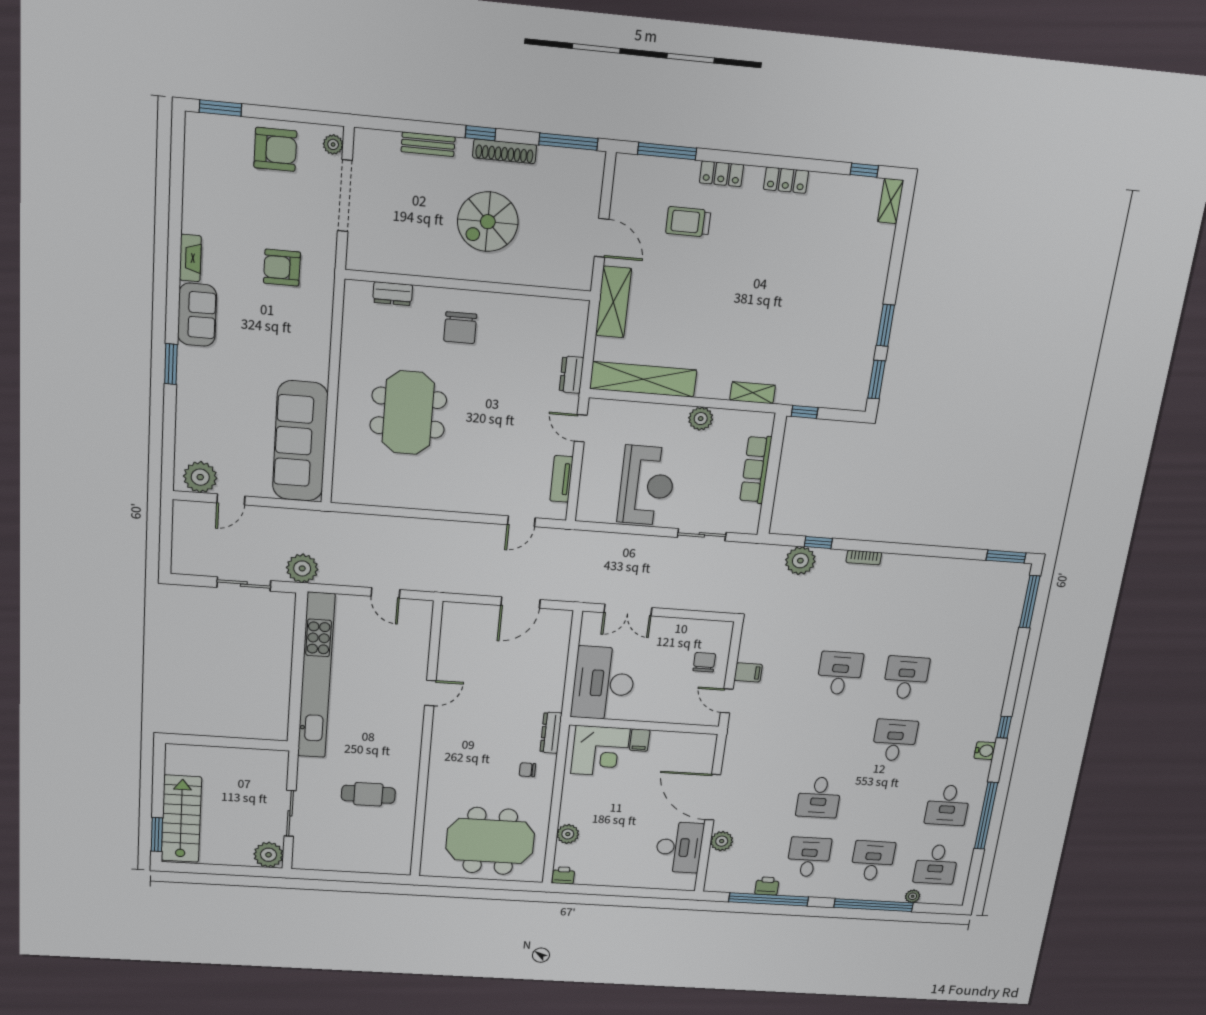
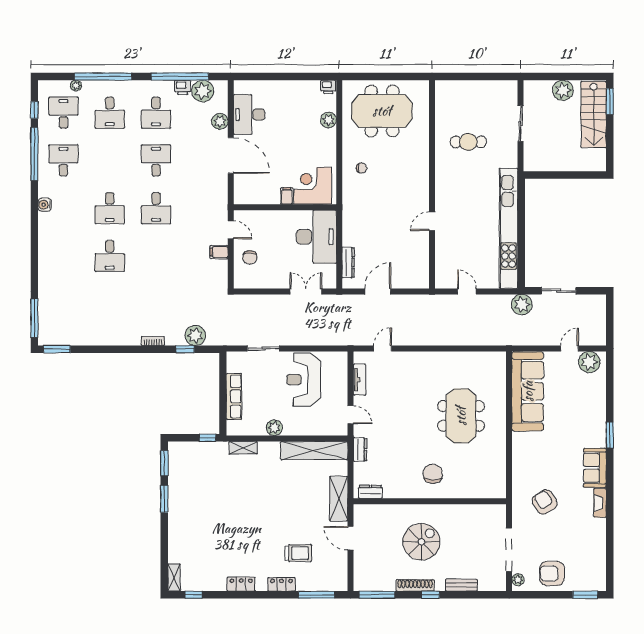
armchair: (282, 268) -> (545, 502), turned -122
dresser: (393, 294) -> (370, 492), moved
desk: (840, 673) -> (156, 208), moved
window: (1004, 727) -> (34, 110), moved
dresser: (551, 733) -> (348, 263), moved
plant: (269, 855) -> (563, 90), moved
plant: (740, 880) -> (203, 91), added

